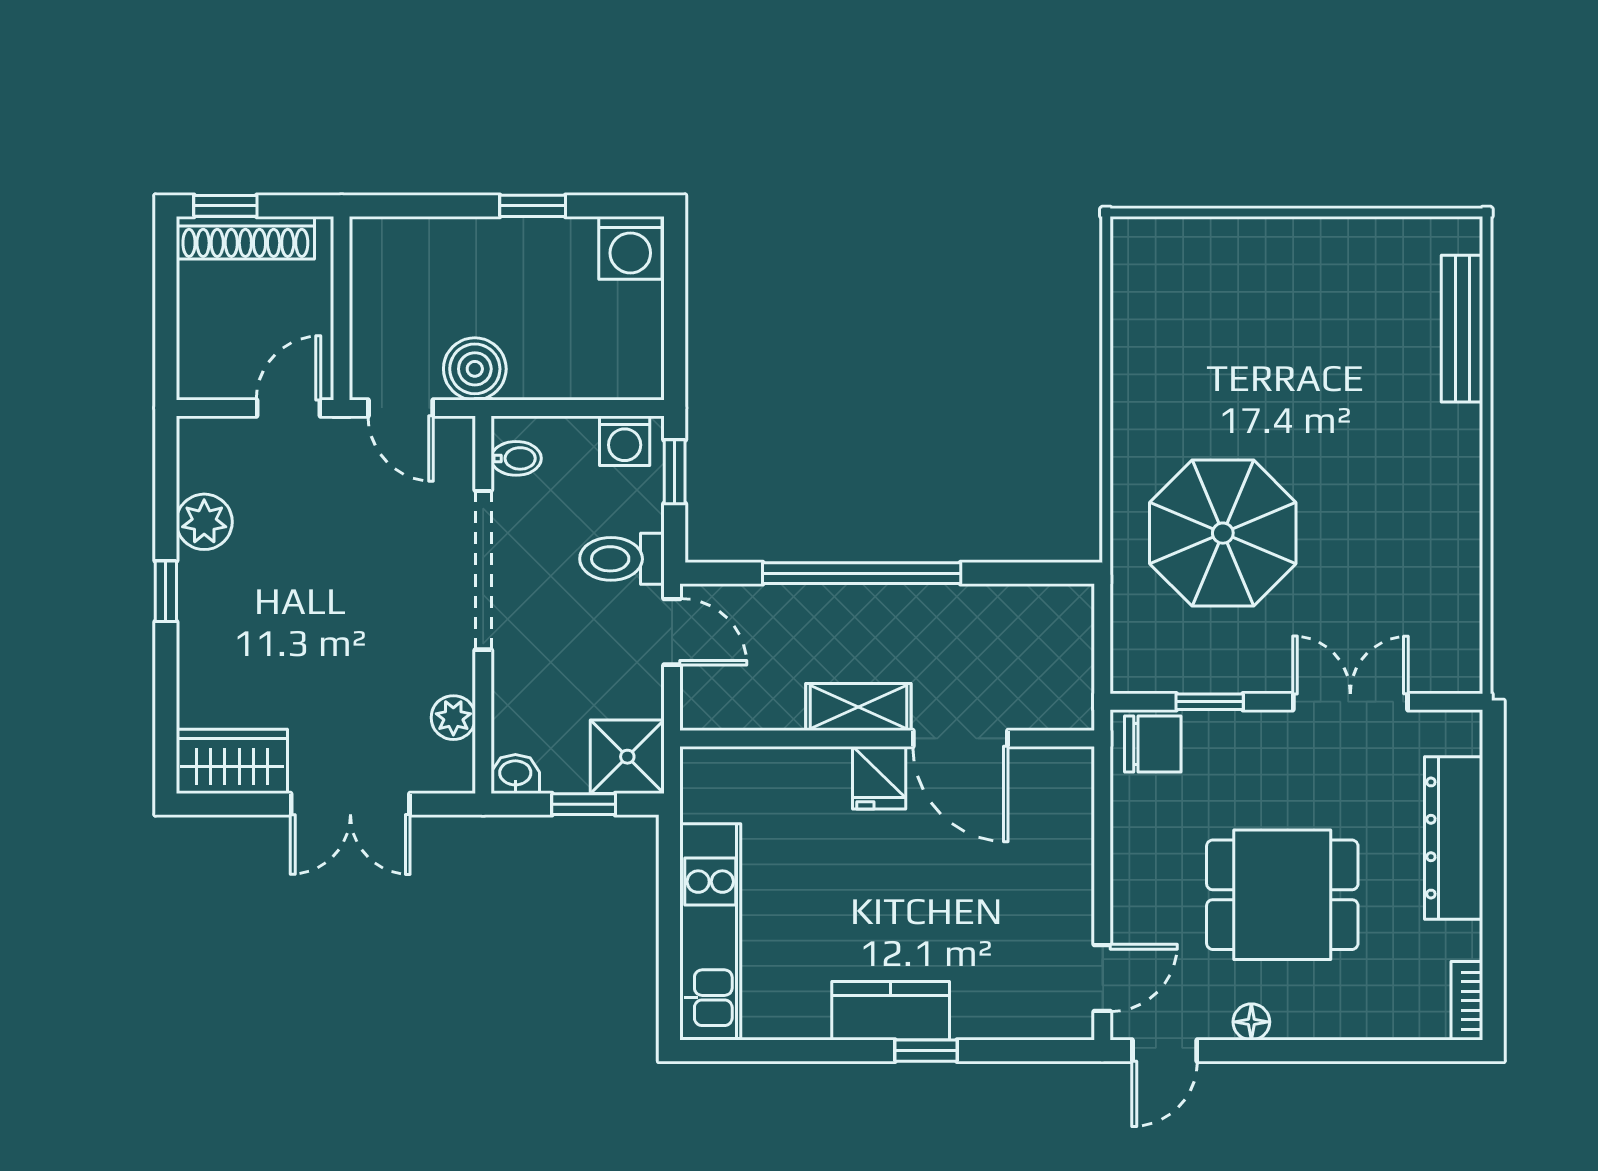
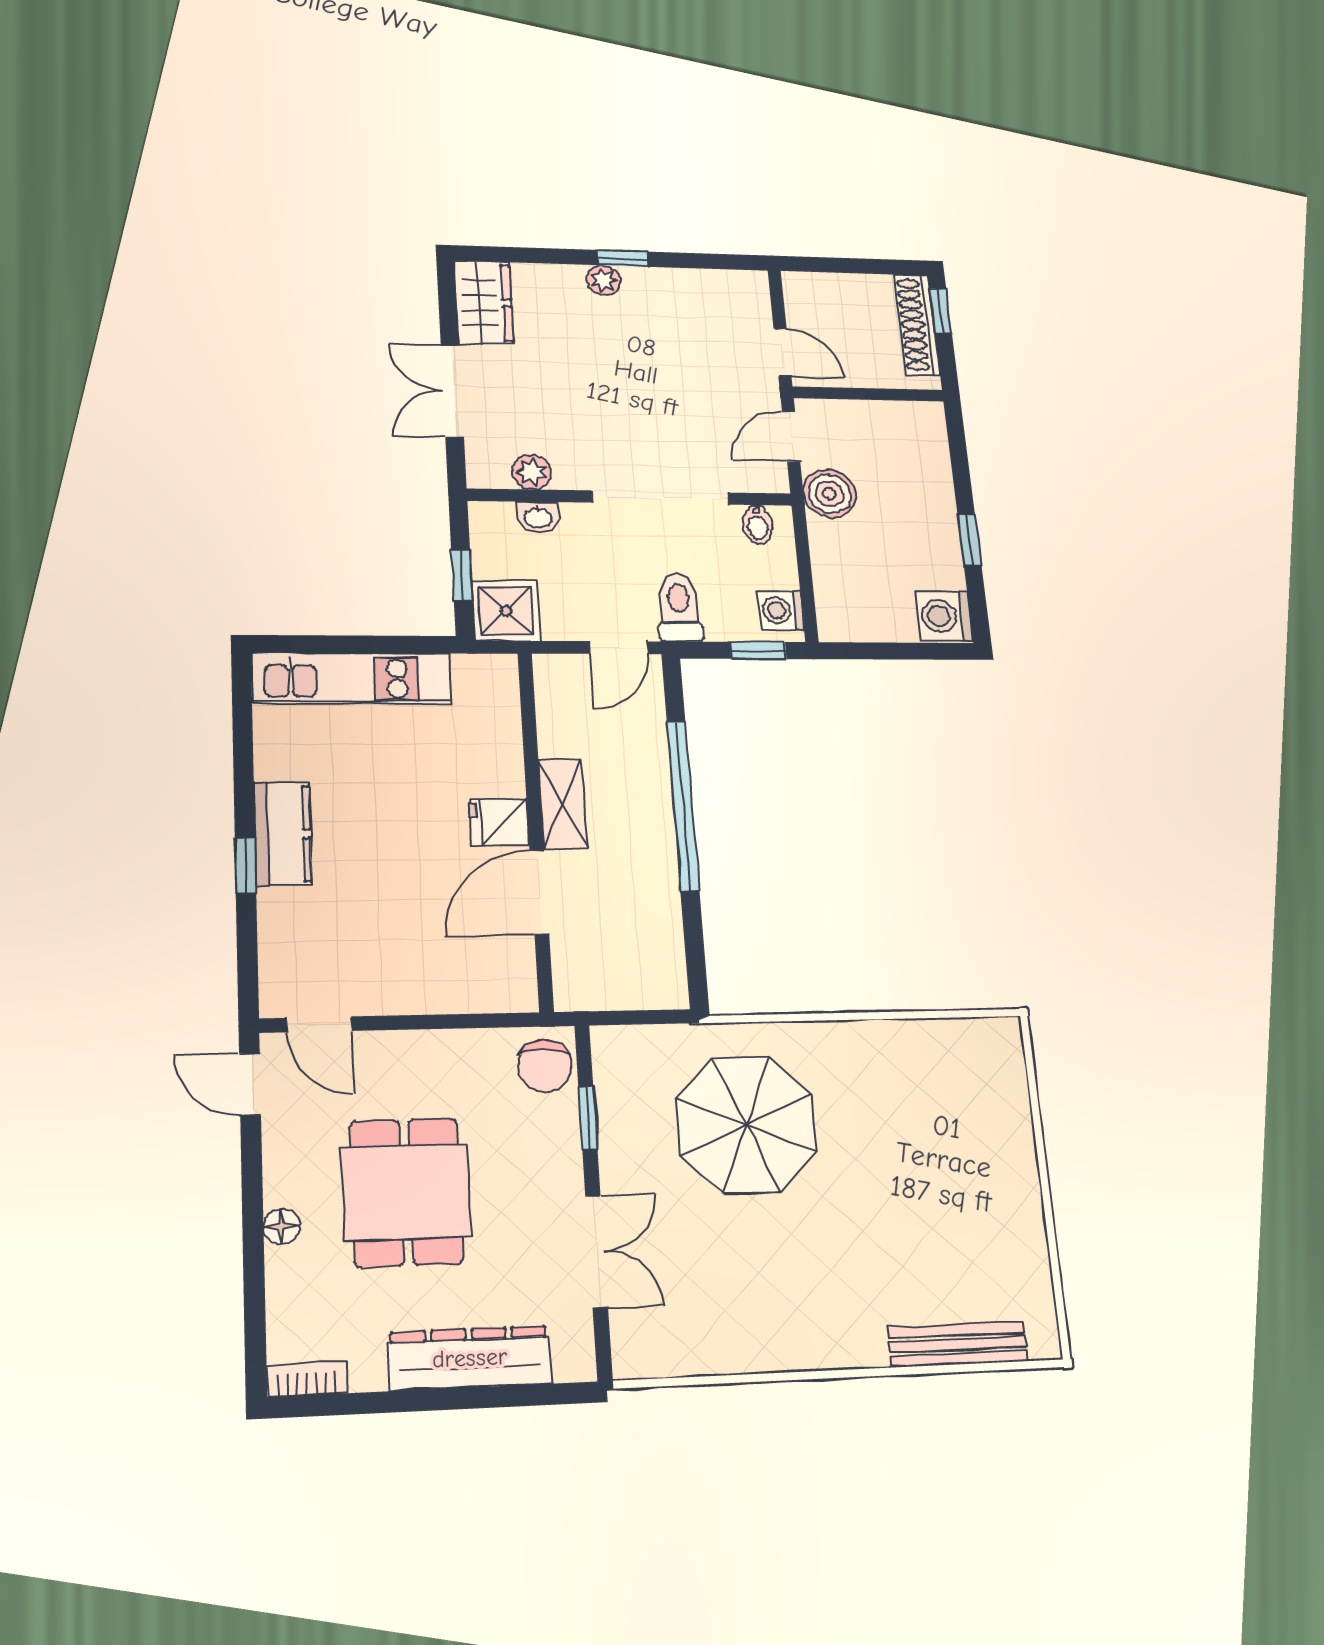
plant: (204, 522) -> (604, 280), moved, width x0.73, depth x0.73
washbasin: (515, 774) -> (538, 517), moved, turned 90
floor lamp: (1251, 1022) -> (282, 1227), moved

